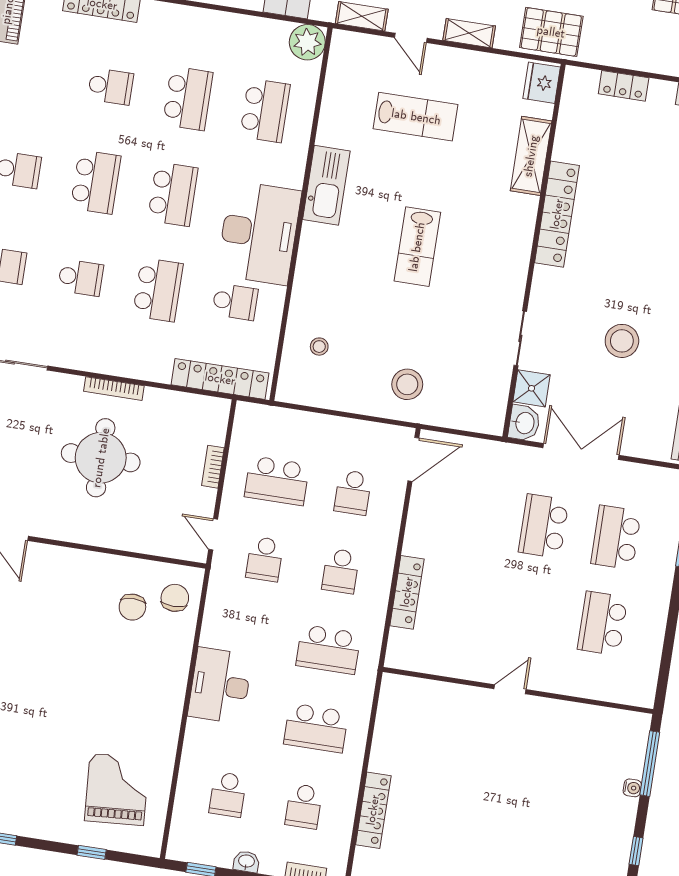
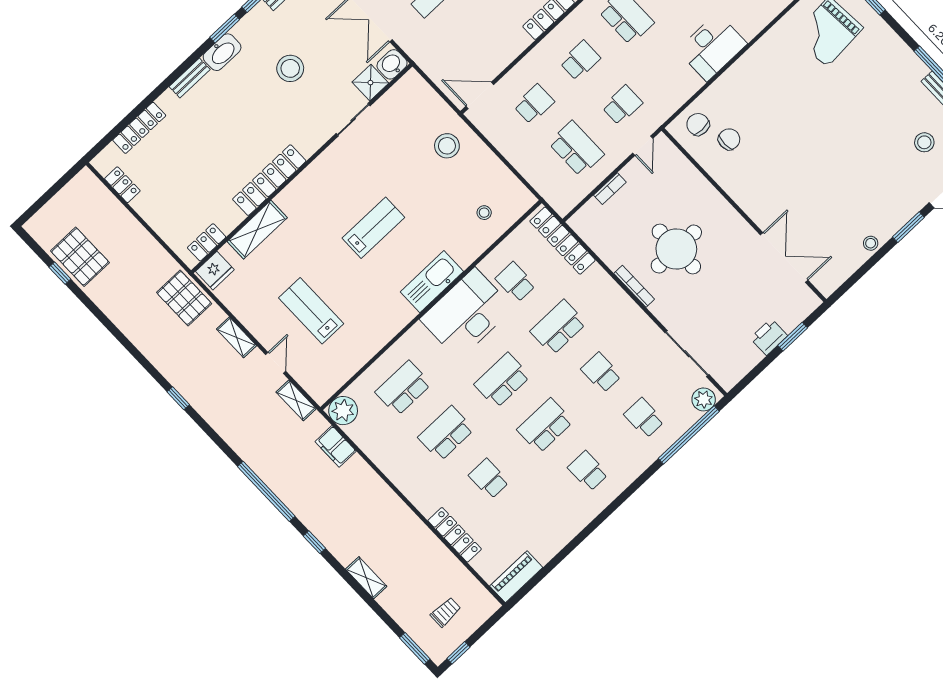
locker: (624, 86) -> (207, 242), moved, turned -90
kitchen sink: (326, 185) -> (432, 282), moved
chair: (175, 598) -> (698, 124), turned 90

